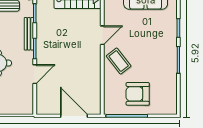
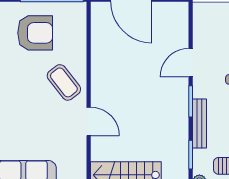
door: (102, 35) -> (89, 121), swing flipped

